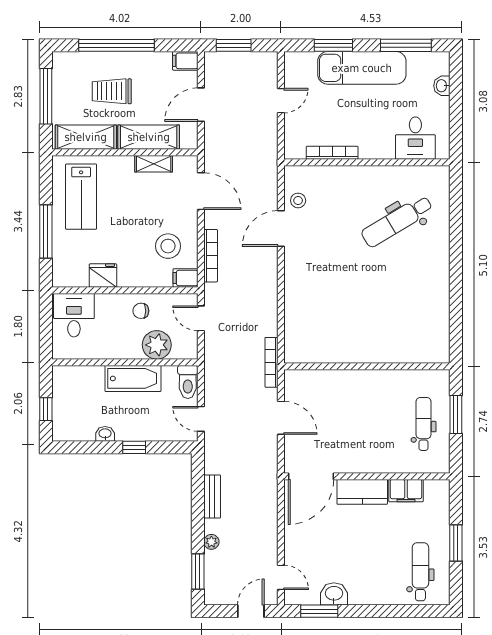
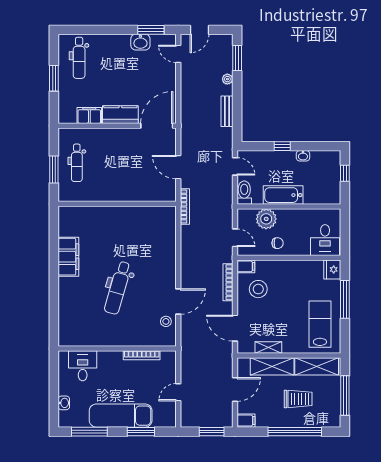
dental chair: (397, 221) -> (118, 288), moved, turned 137
fridge: (103, 276) -> (332, 269), moved, turned 90
filing cabinet: (435, 292) -> (68, 257), added

